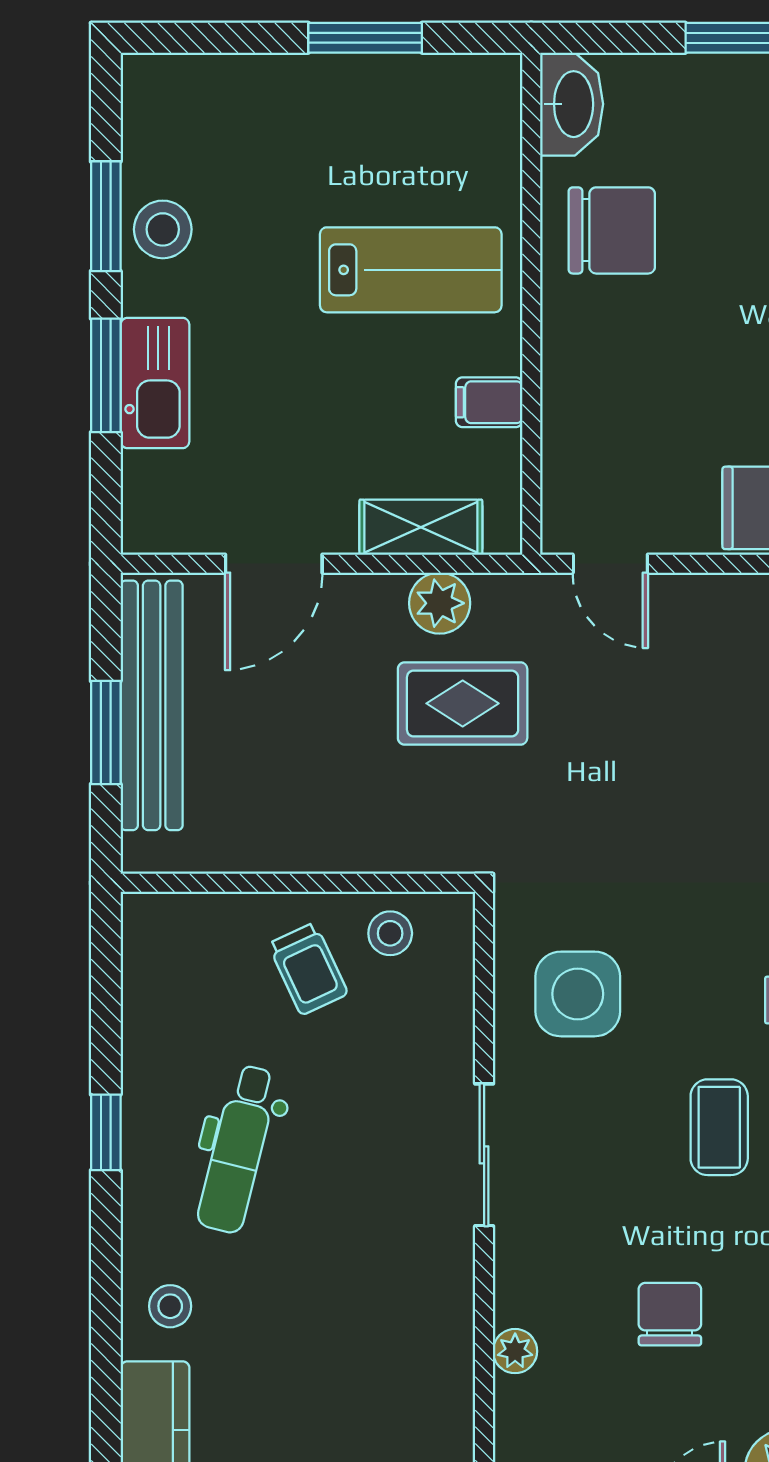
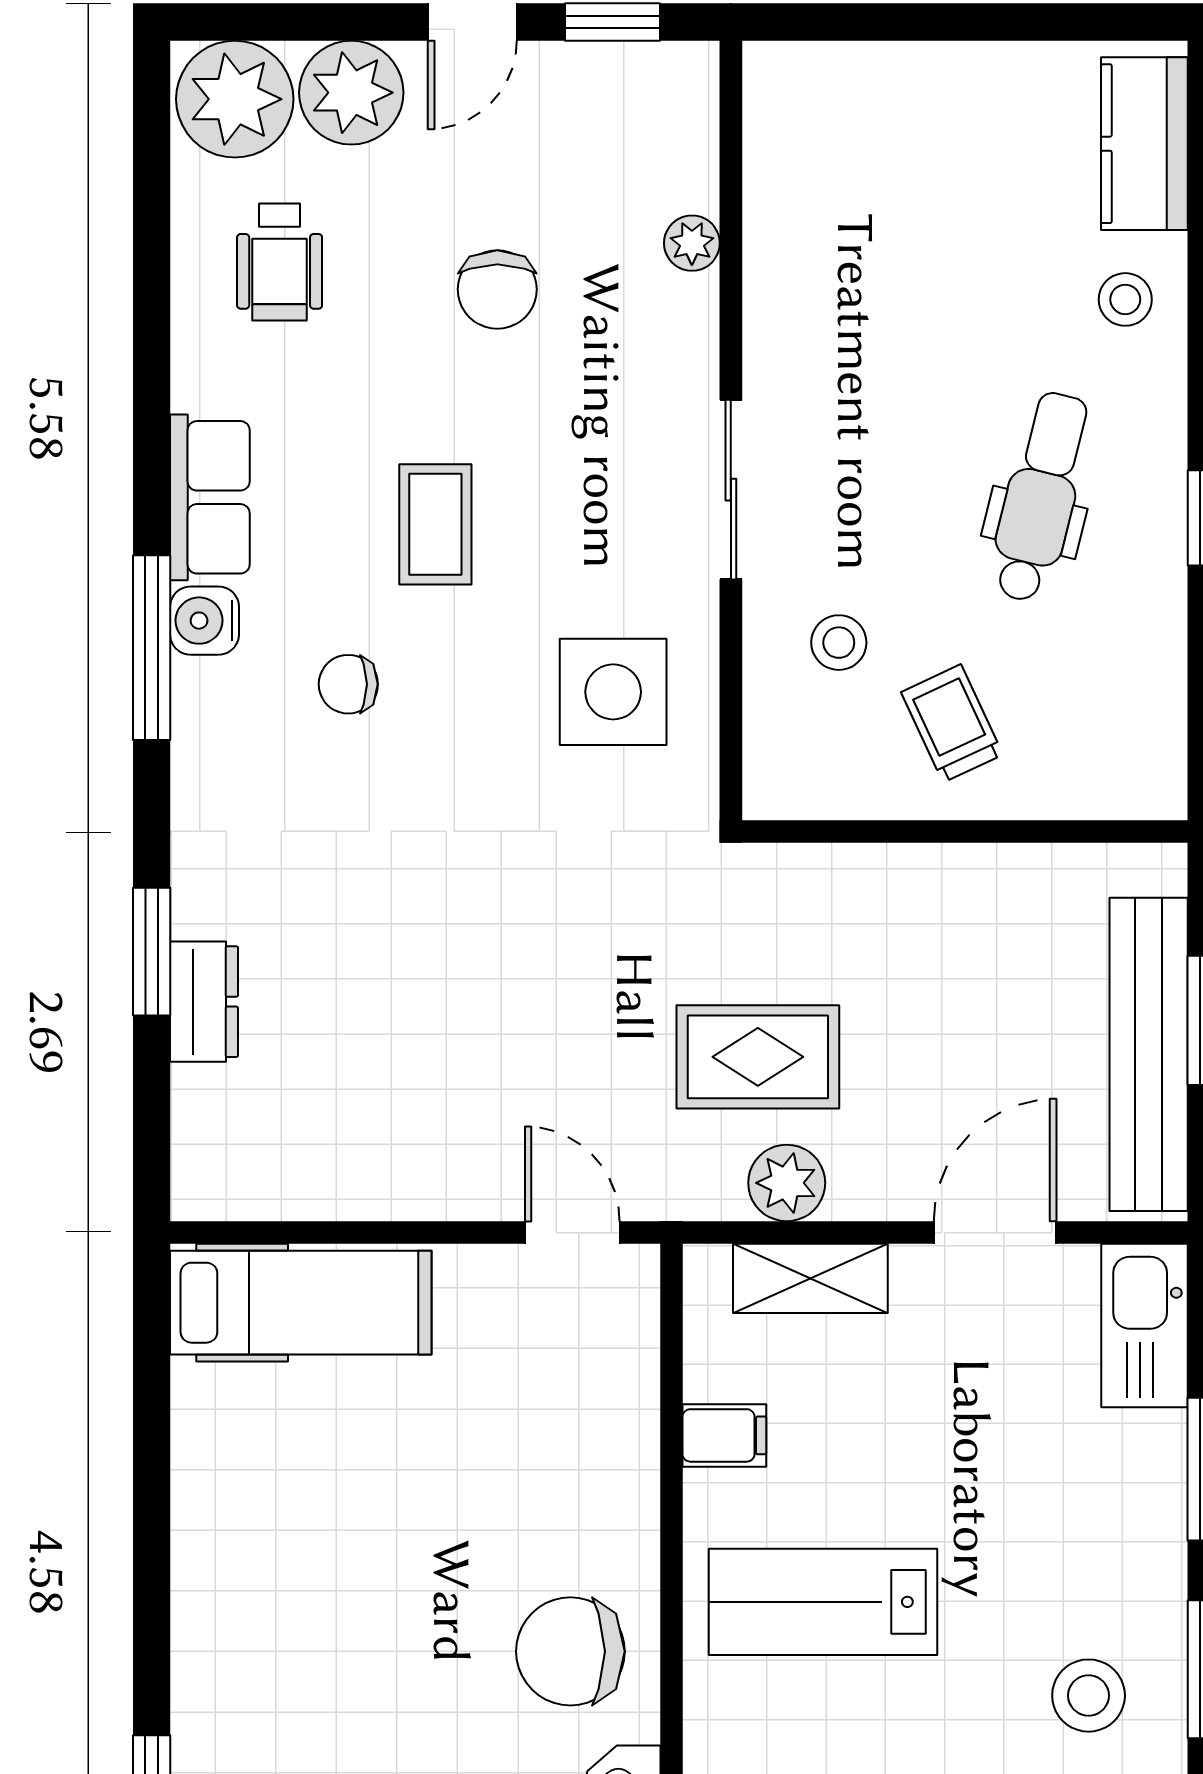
stool: (163, 229) -> (1089, 1696), moved
kitchen sink: (155, 383) -> (1144, 1326), moved
stool: (390, 933) -> (839, 643), moved

